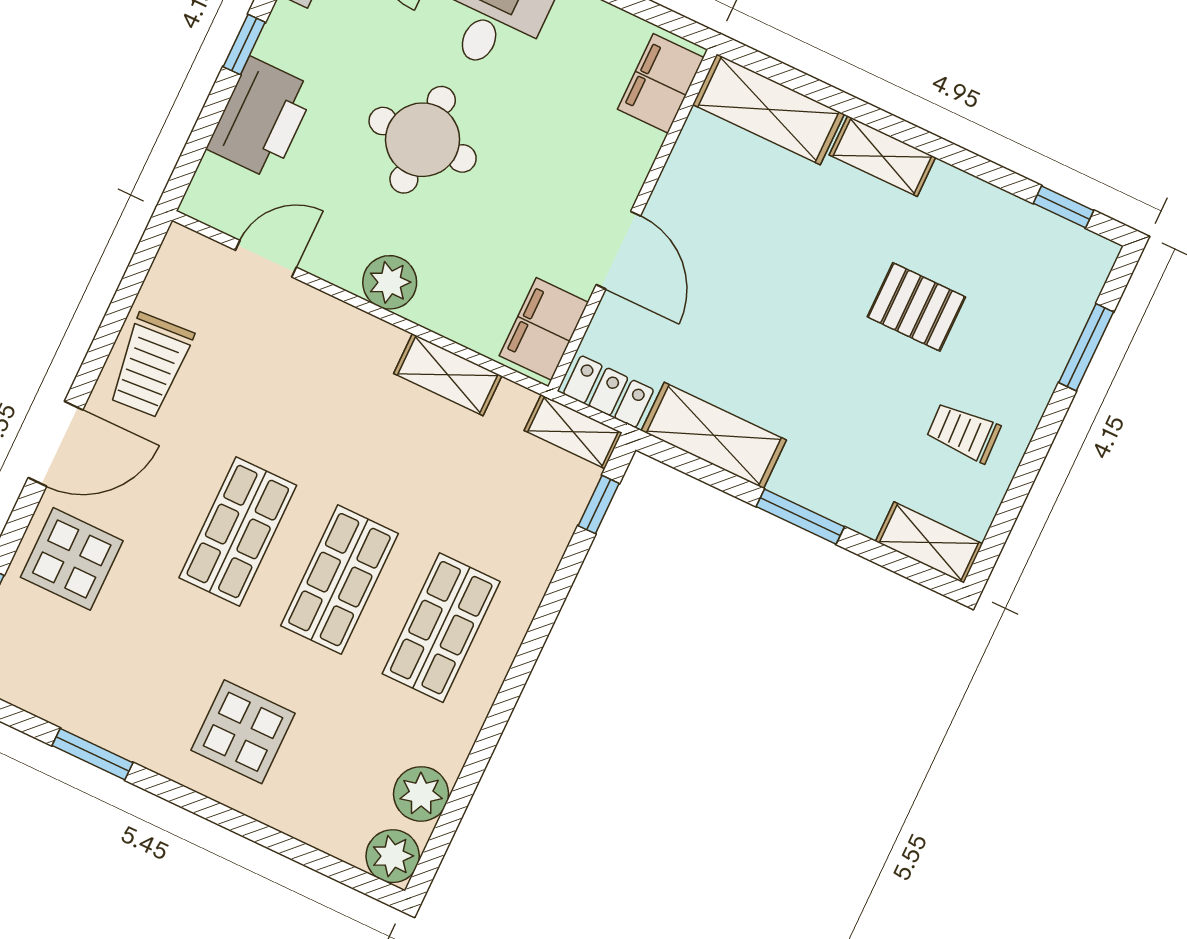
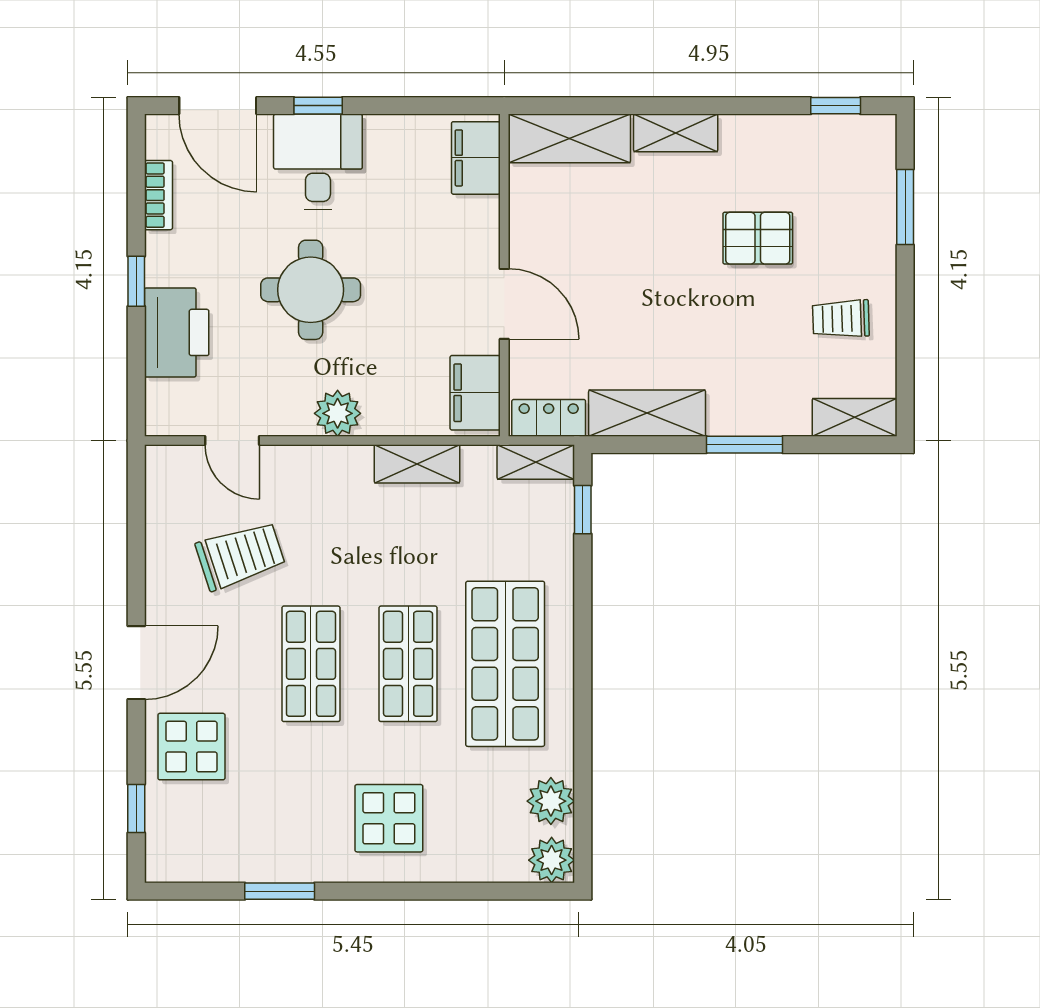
door: (266, 259) -> (232, 441), swing flipped
trolley: (151, 365) -> (240, 556), moved, turned -104
shop shelf: (441, 628) -> (505, 664), width x1.43, depth x1.36

